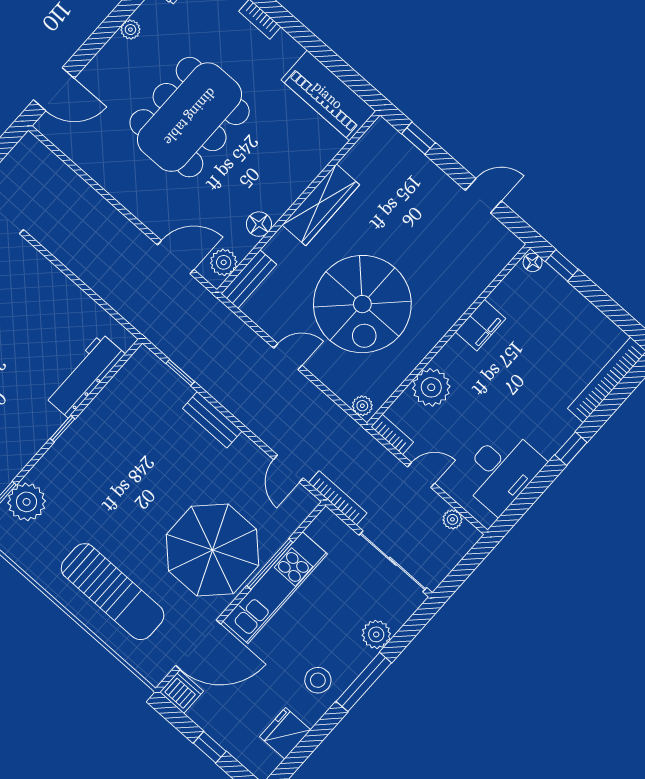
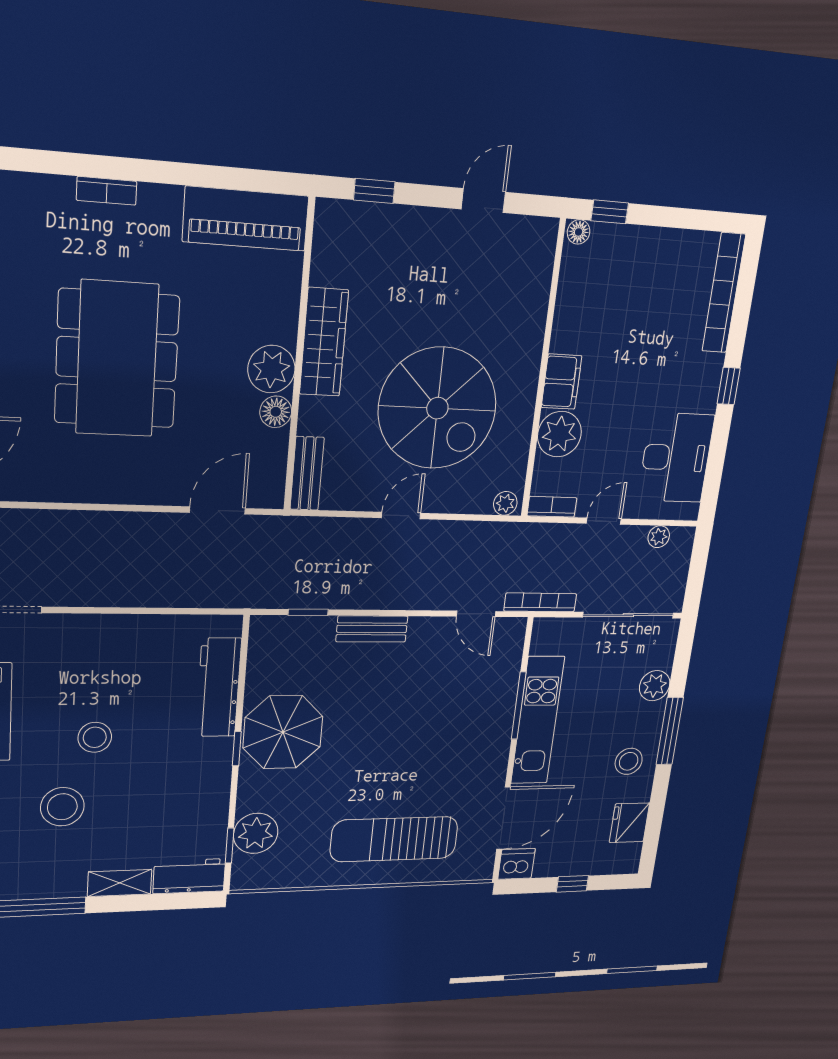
plant: (224, 262) -> (271, 369), moved, width x1.36, depth x1.36
filing cabinet: (481, 325) -> (562, 382), moved
parasol: (212, 550) -> (283, 732), moved, width x0.73, depth x0.73
sun lounger: (113, 592) -> (394, 839), turned 180

